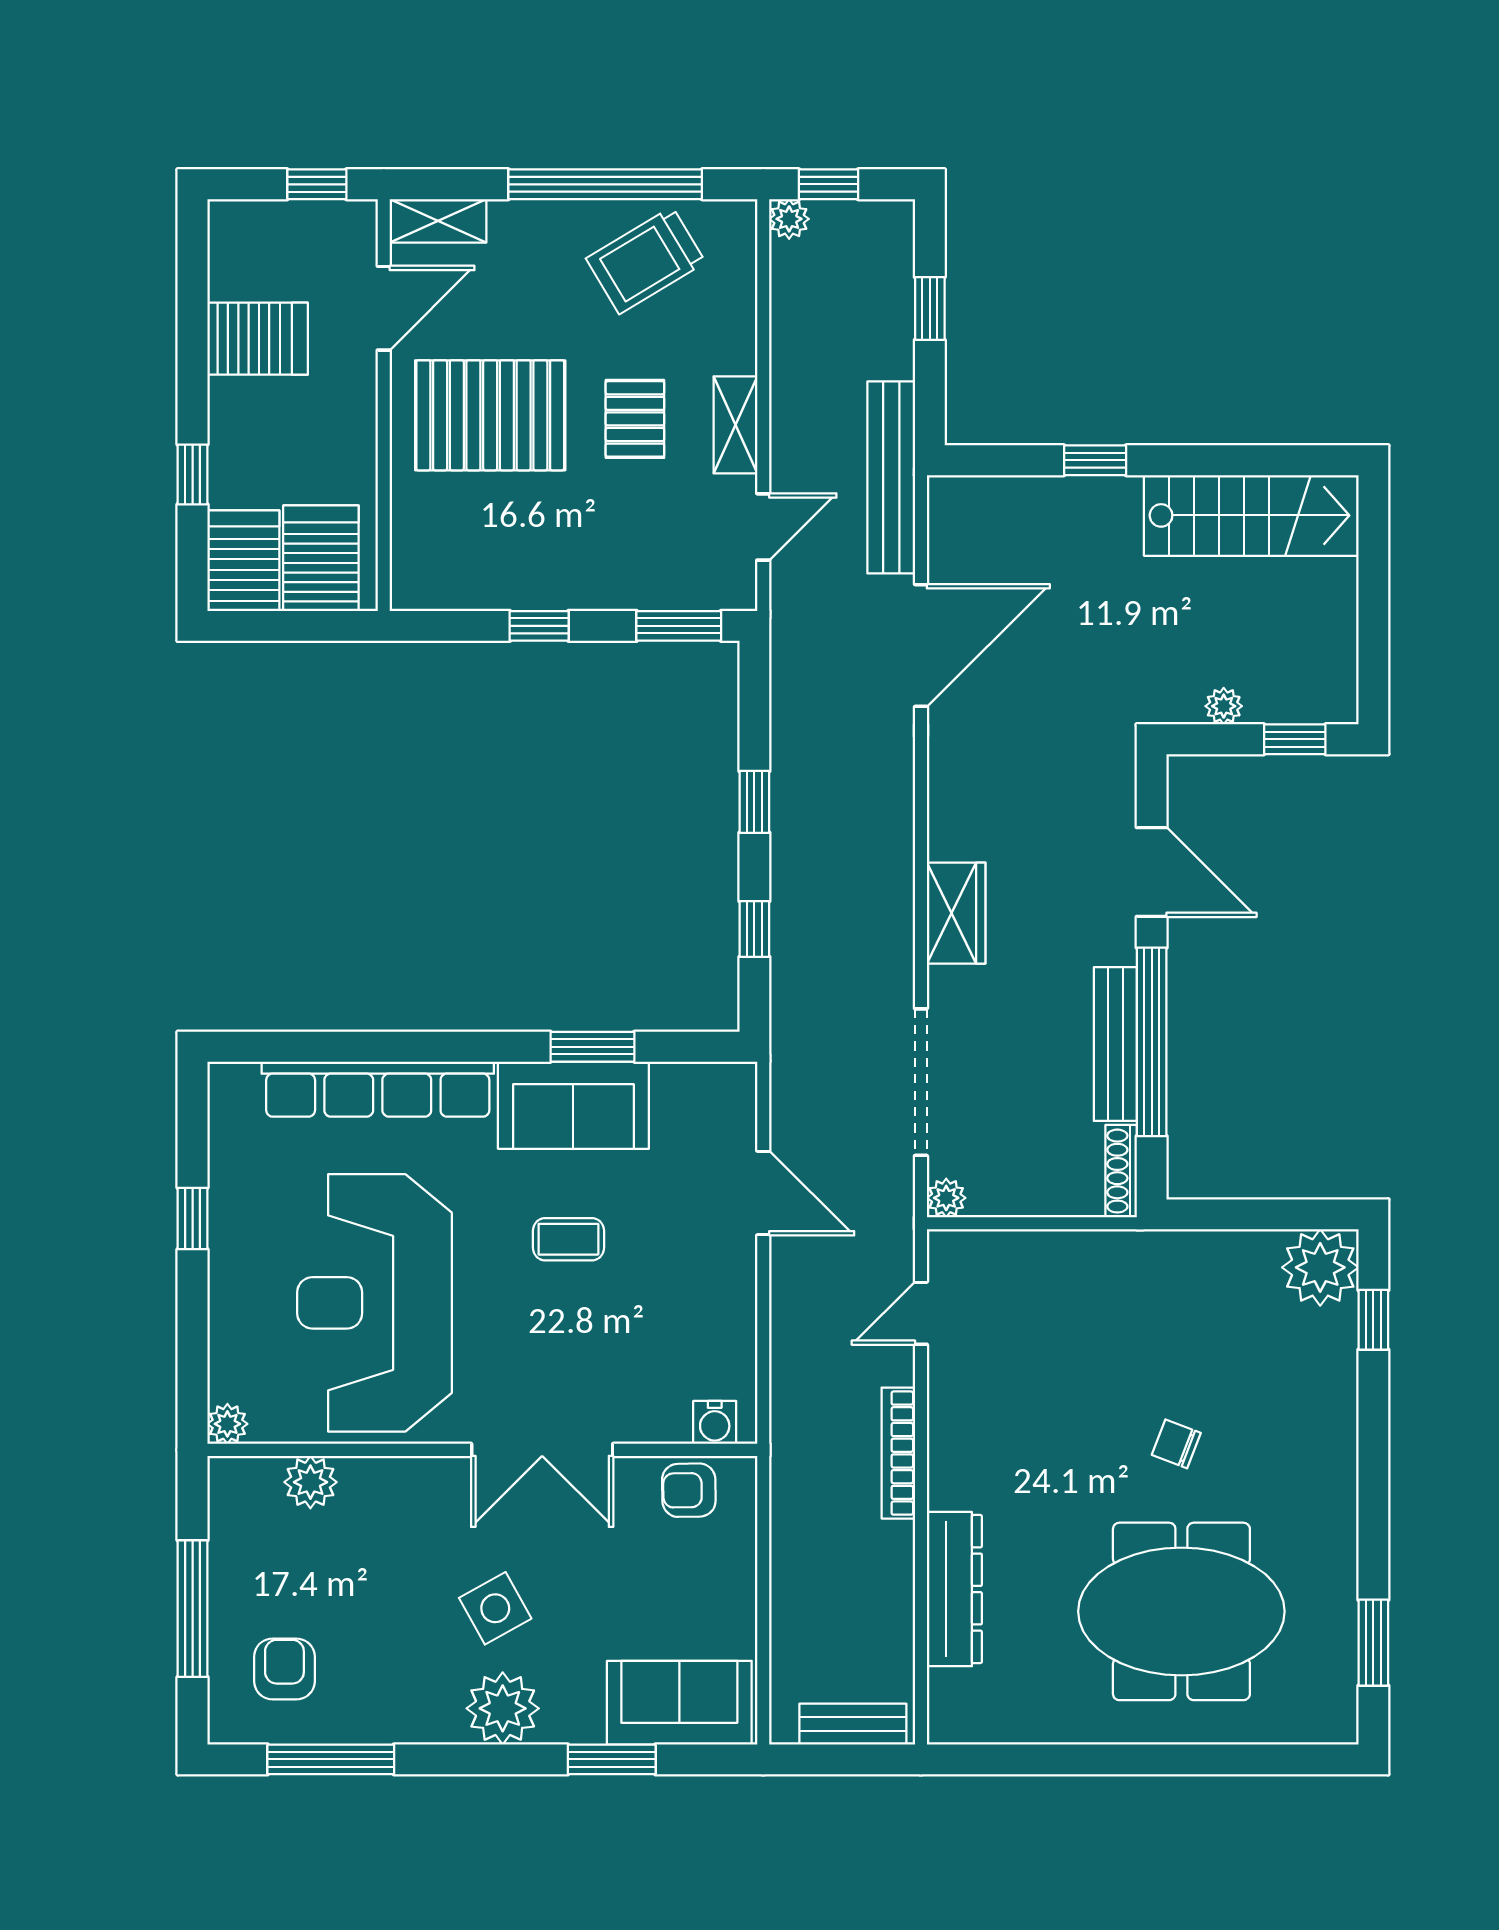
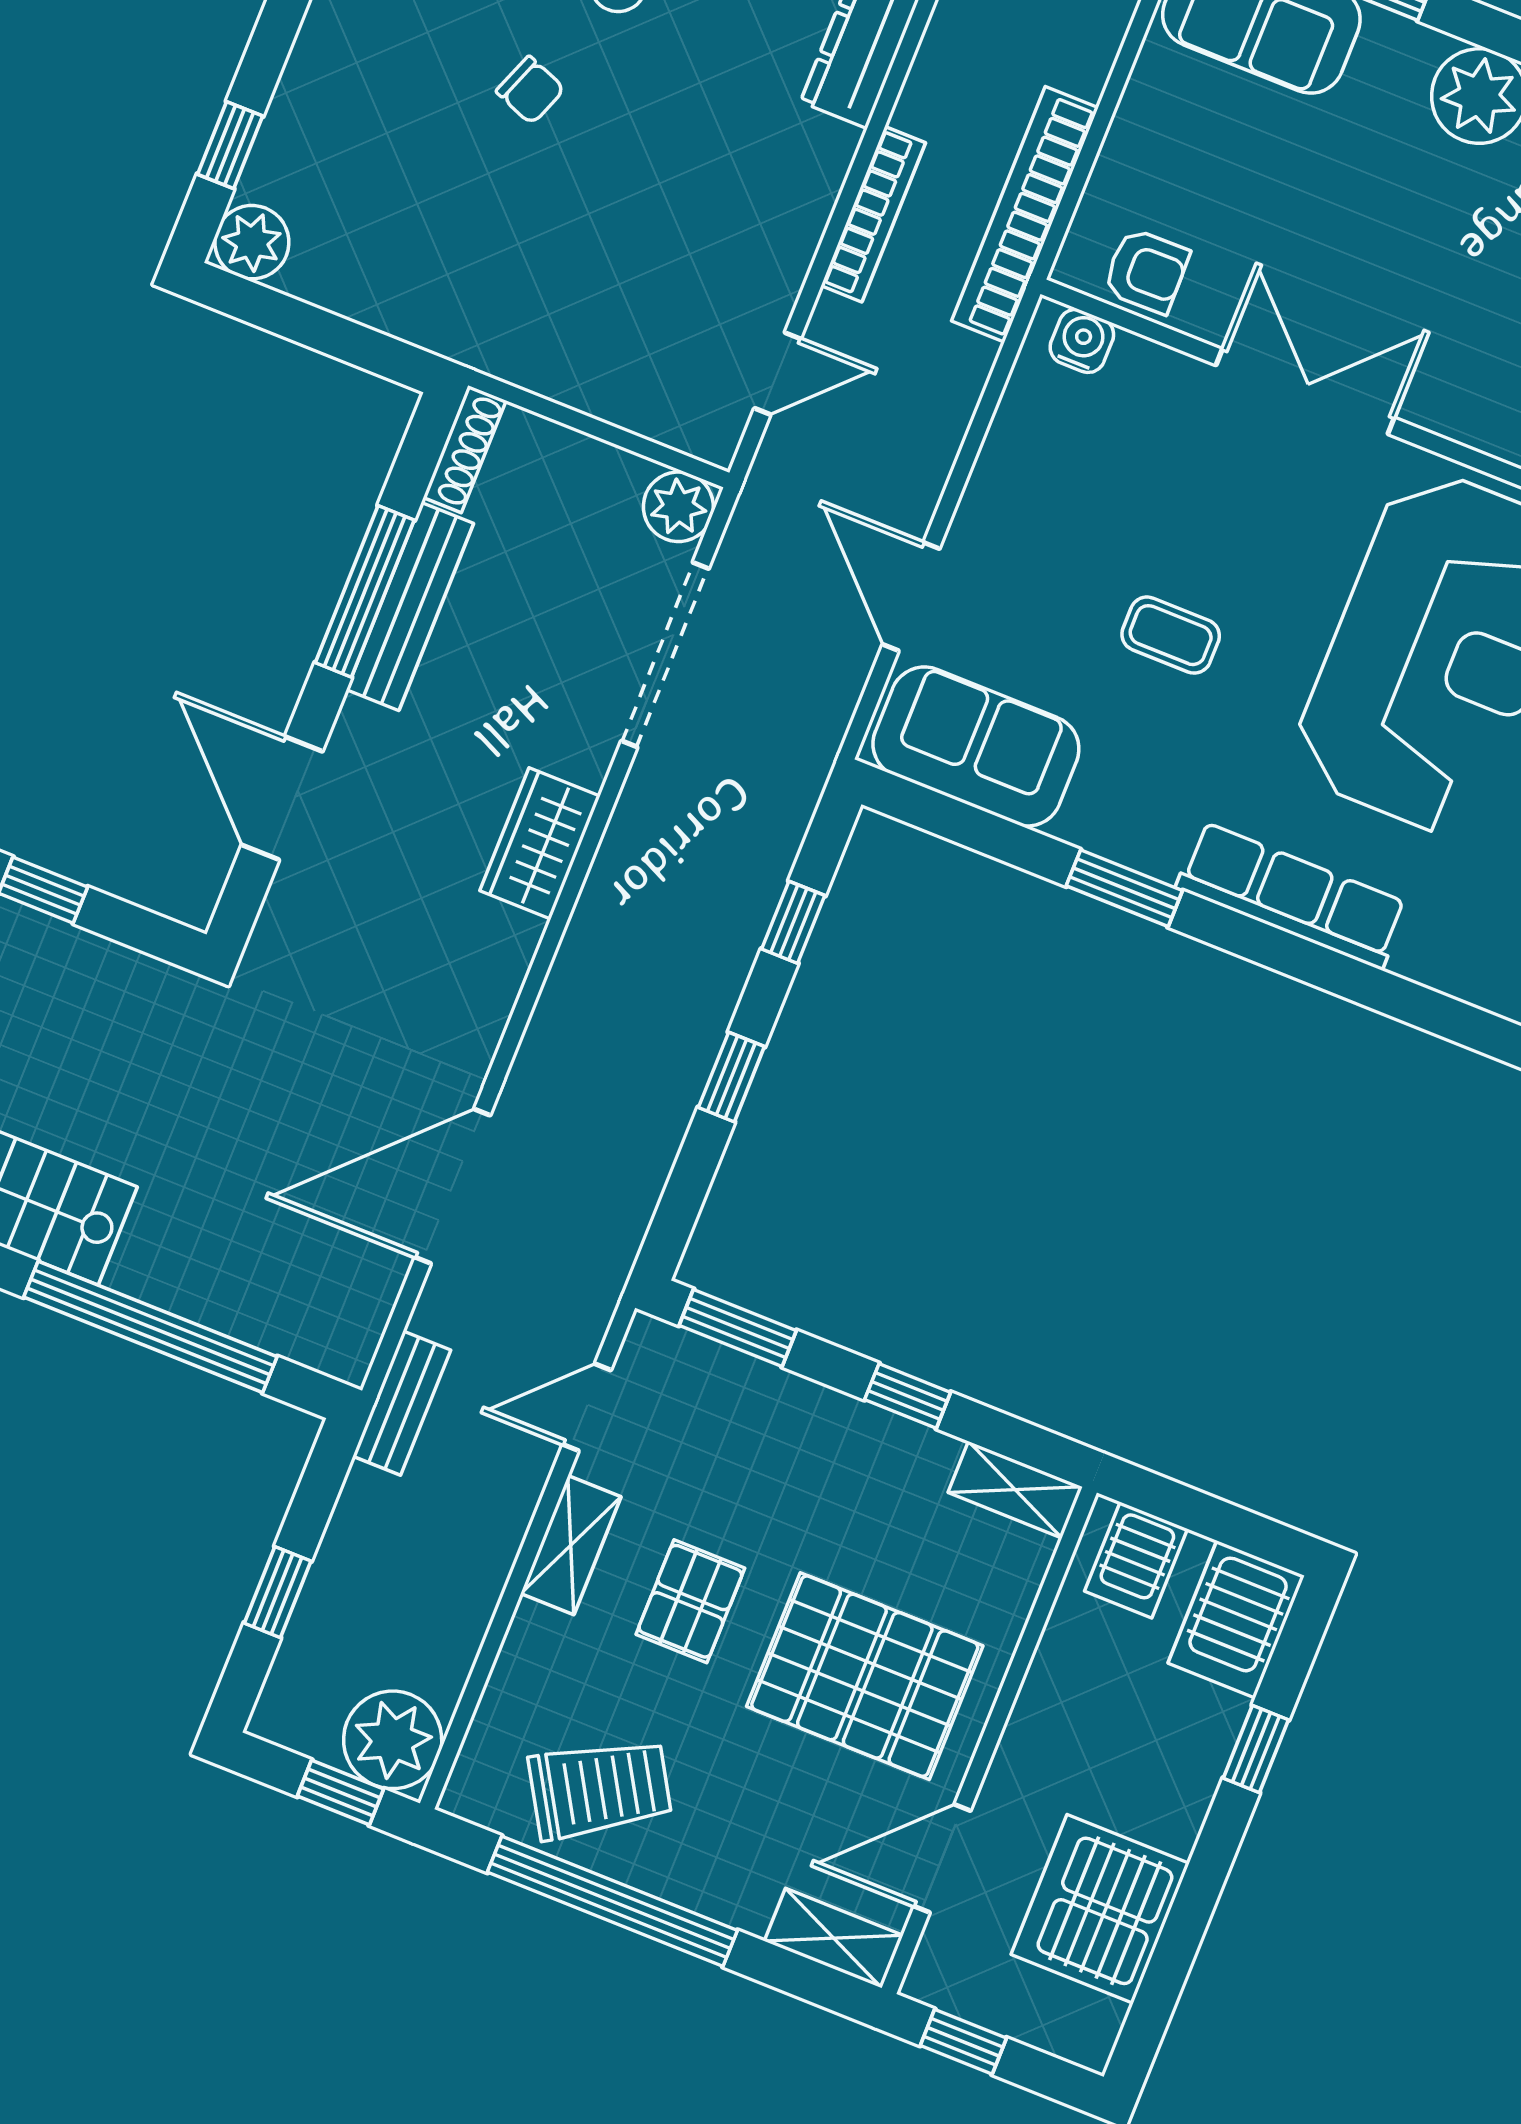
plant: (789, 219) -> (393, 1740), width x1.87, depth x1.87
server rack: (258, 339) -> (1100, 1909), width x1.60
window: (1095, 460) -> (150, 1327), width x3.17
bench: (891, 477) -> (402, 1403), width x0.54, depth x0.82
server rack: (321, 558) -> (1136, 1560), width x0.73, depth x0.70
shelving: (437, 590) -> (1015, 1490), added
plant: (1224, 706) -> (113, 965), removed
window: (1152, 1042) -> (365, 591), width x0.68
window: (592, 1047) -> (1124, 888), moved
row of seats: (378, 1089) -> (1292, 896), width x0.73
sofa: (573, 1105) -> (976, 746), moved
plant: (946, 1198) -> (678, 507), width x1.38, depth x1.38
plant: (1320, 1267) -> (252, 242), width x0.73, depth x0.73
bookcase: (791, 1496) -> (1025, 214), added
side table: (495, 1608) -> (1439, 222), removed

